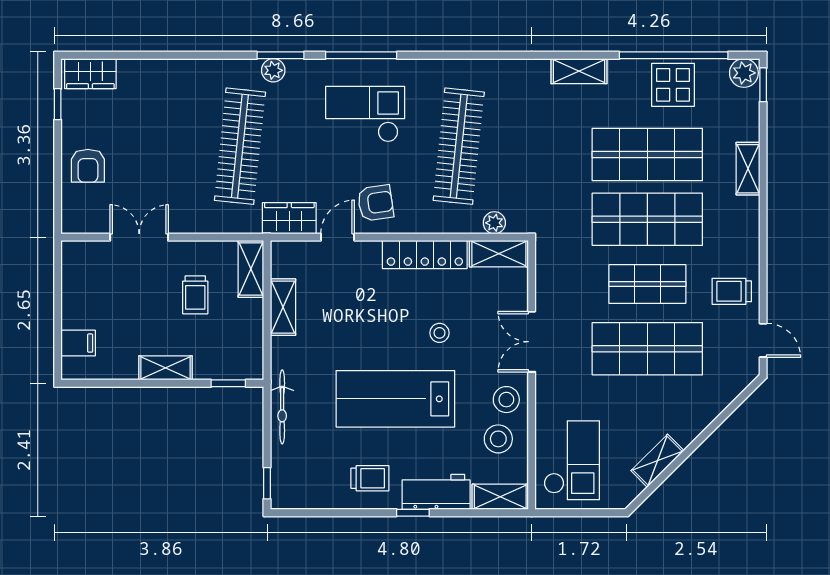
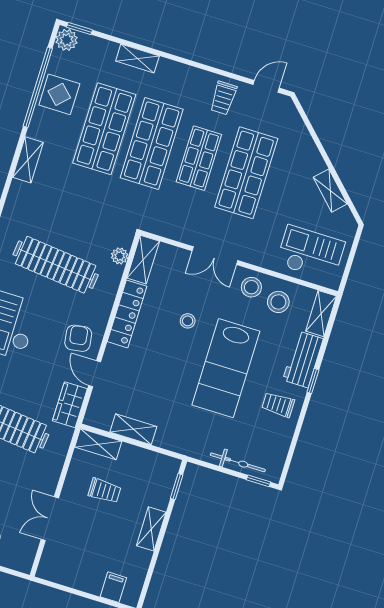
bicycle: (282, 407) -> (238, 462), moved
trolley: (370, 478) -> (278, 405), turned -90

